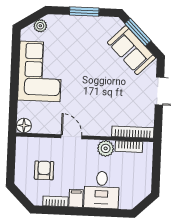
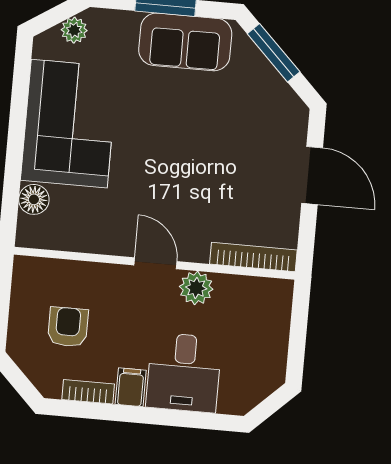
sofa: (132, 50) -> (185, 42), moved, turned -45
floor lamp: (24, 125) -> (34, 199), moved
door: (71, 137) -> (156, 263), moved
bookcase: (129, 147) -> (244, 286), removed

